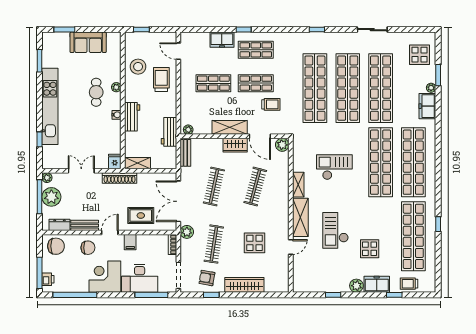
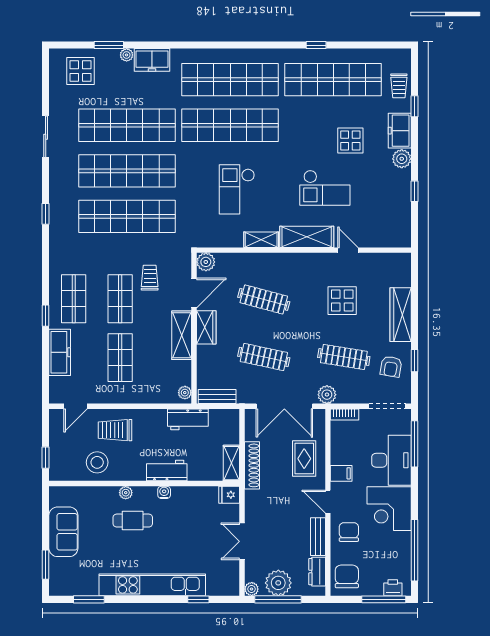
freezer: (222, 40) -> (60, 352), width x1.40
shoe rack: (120, 178) -> (252, 465), moved

